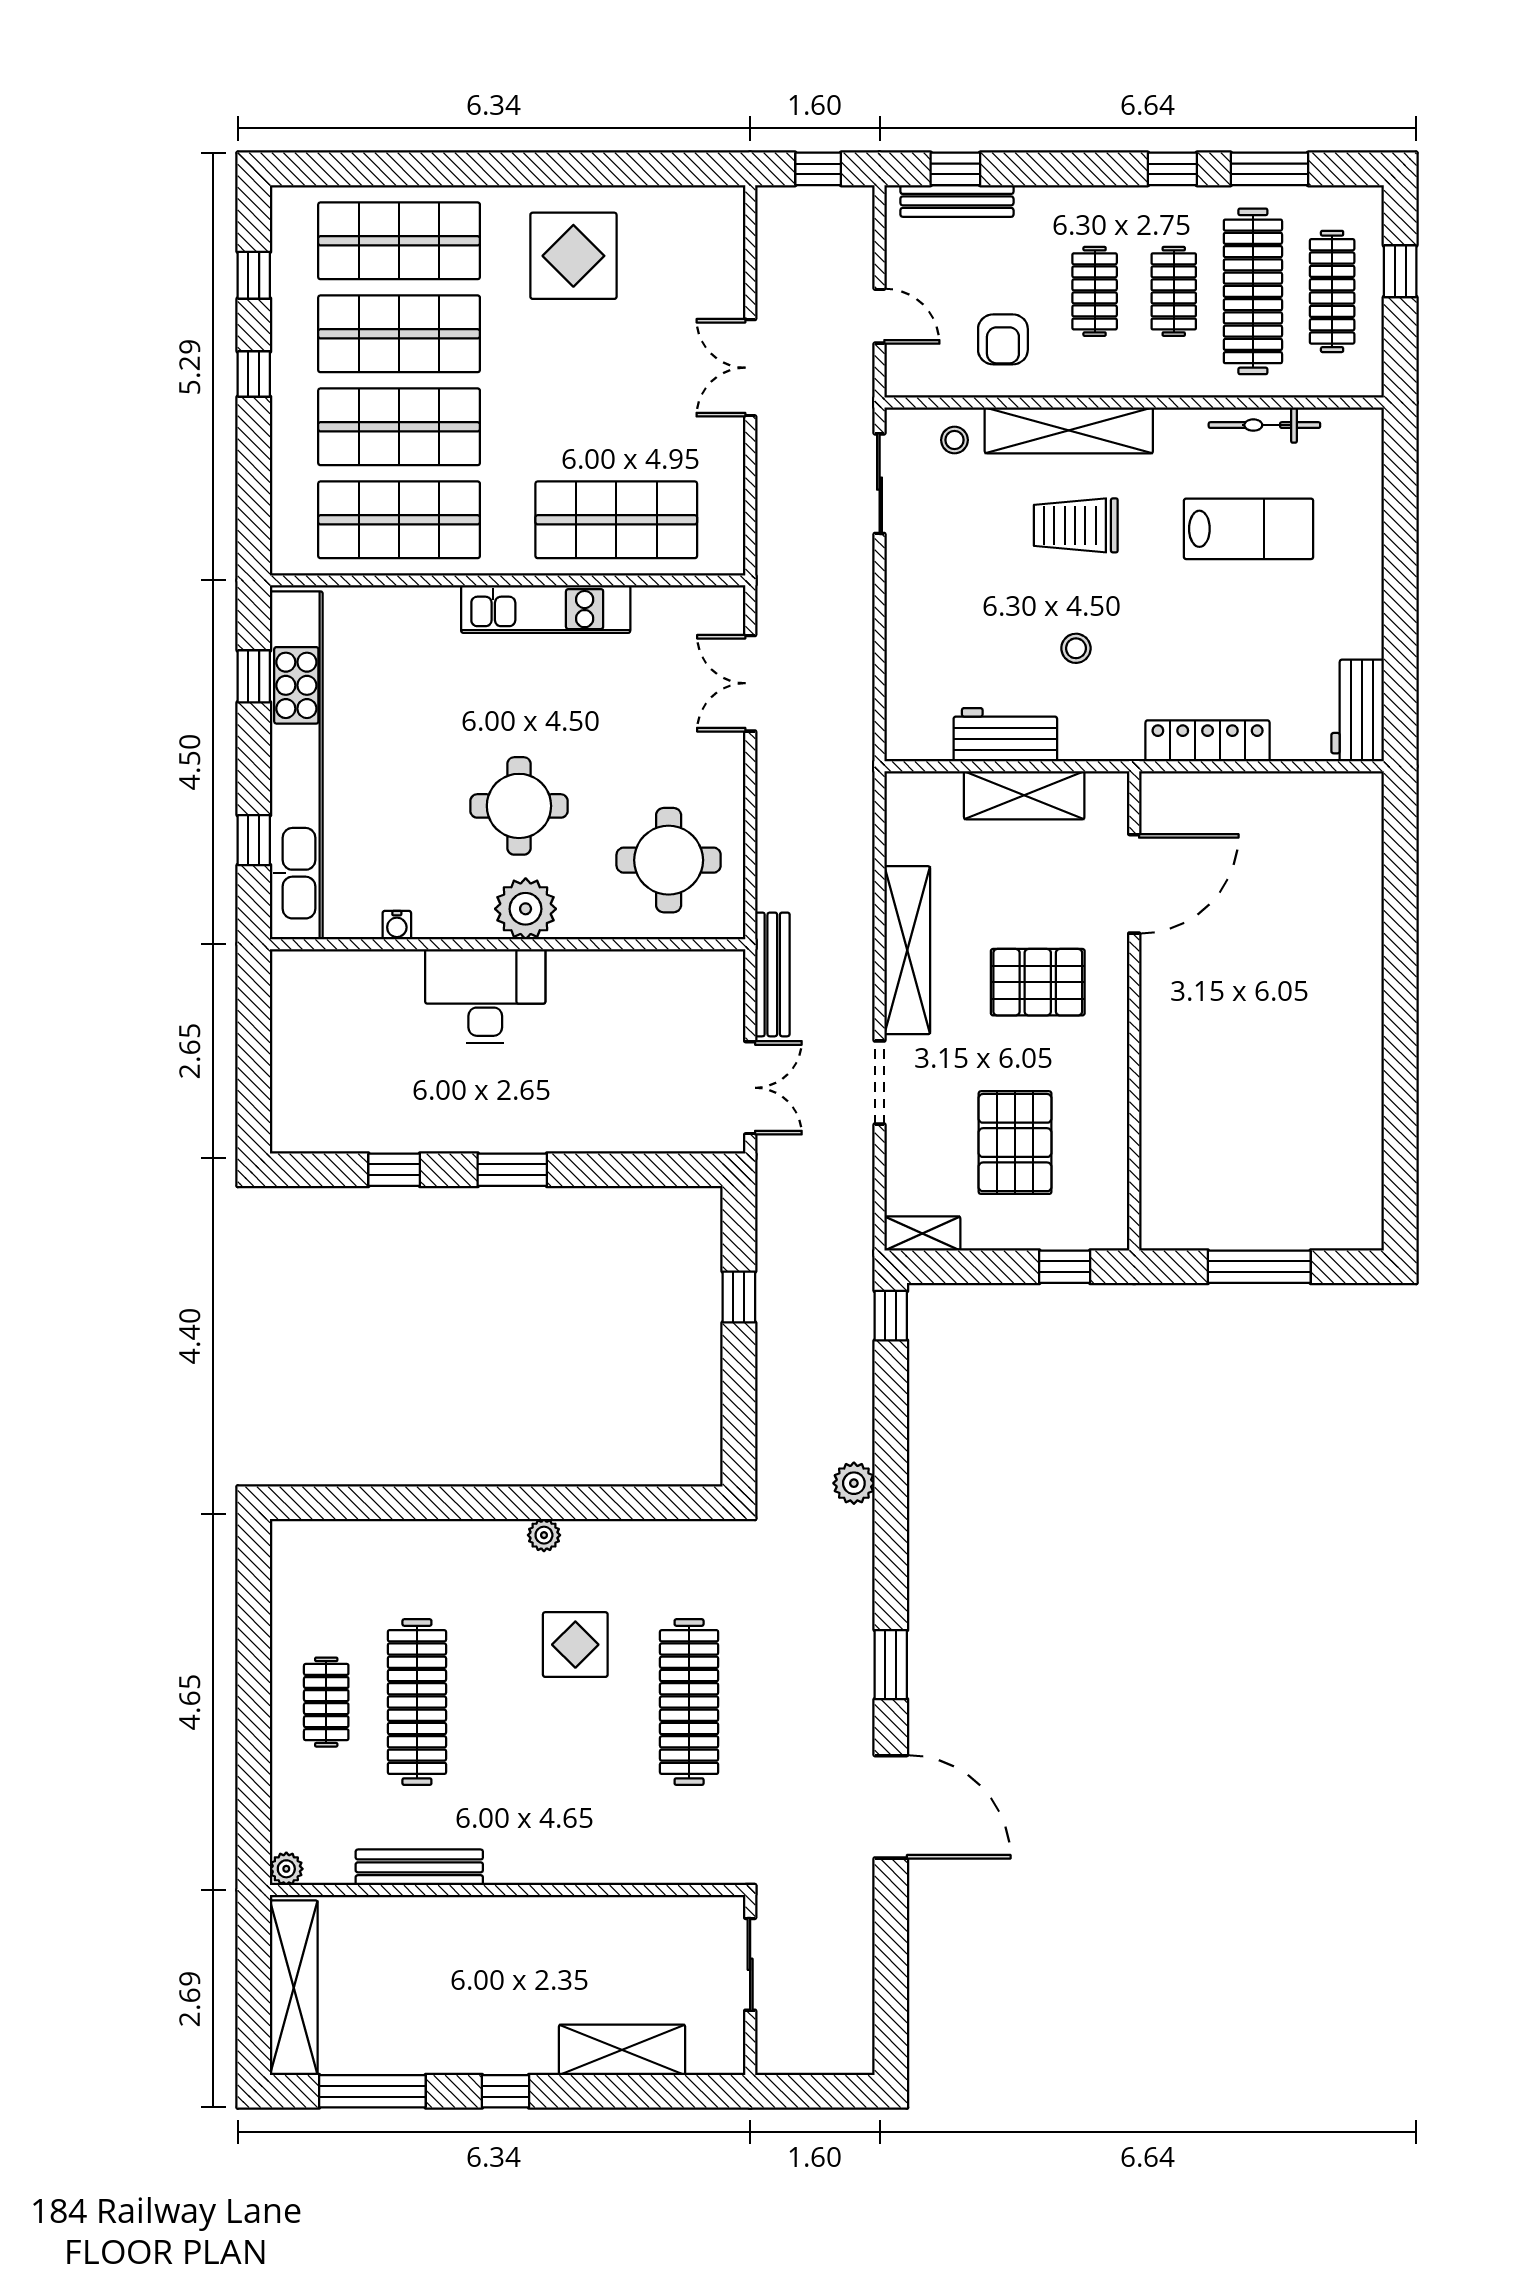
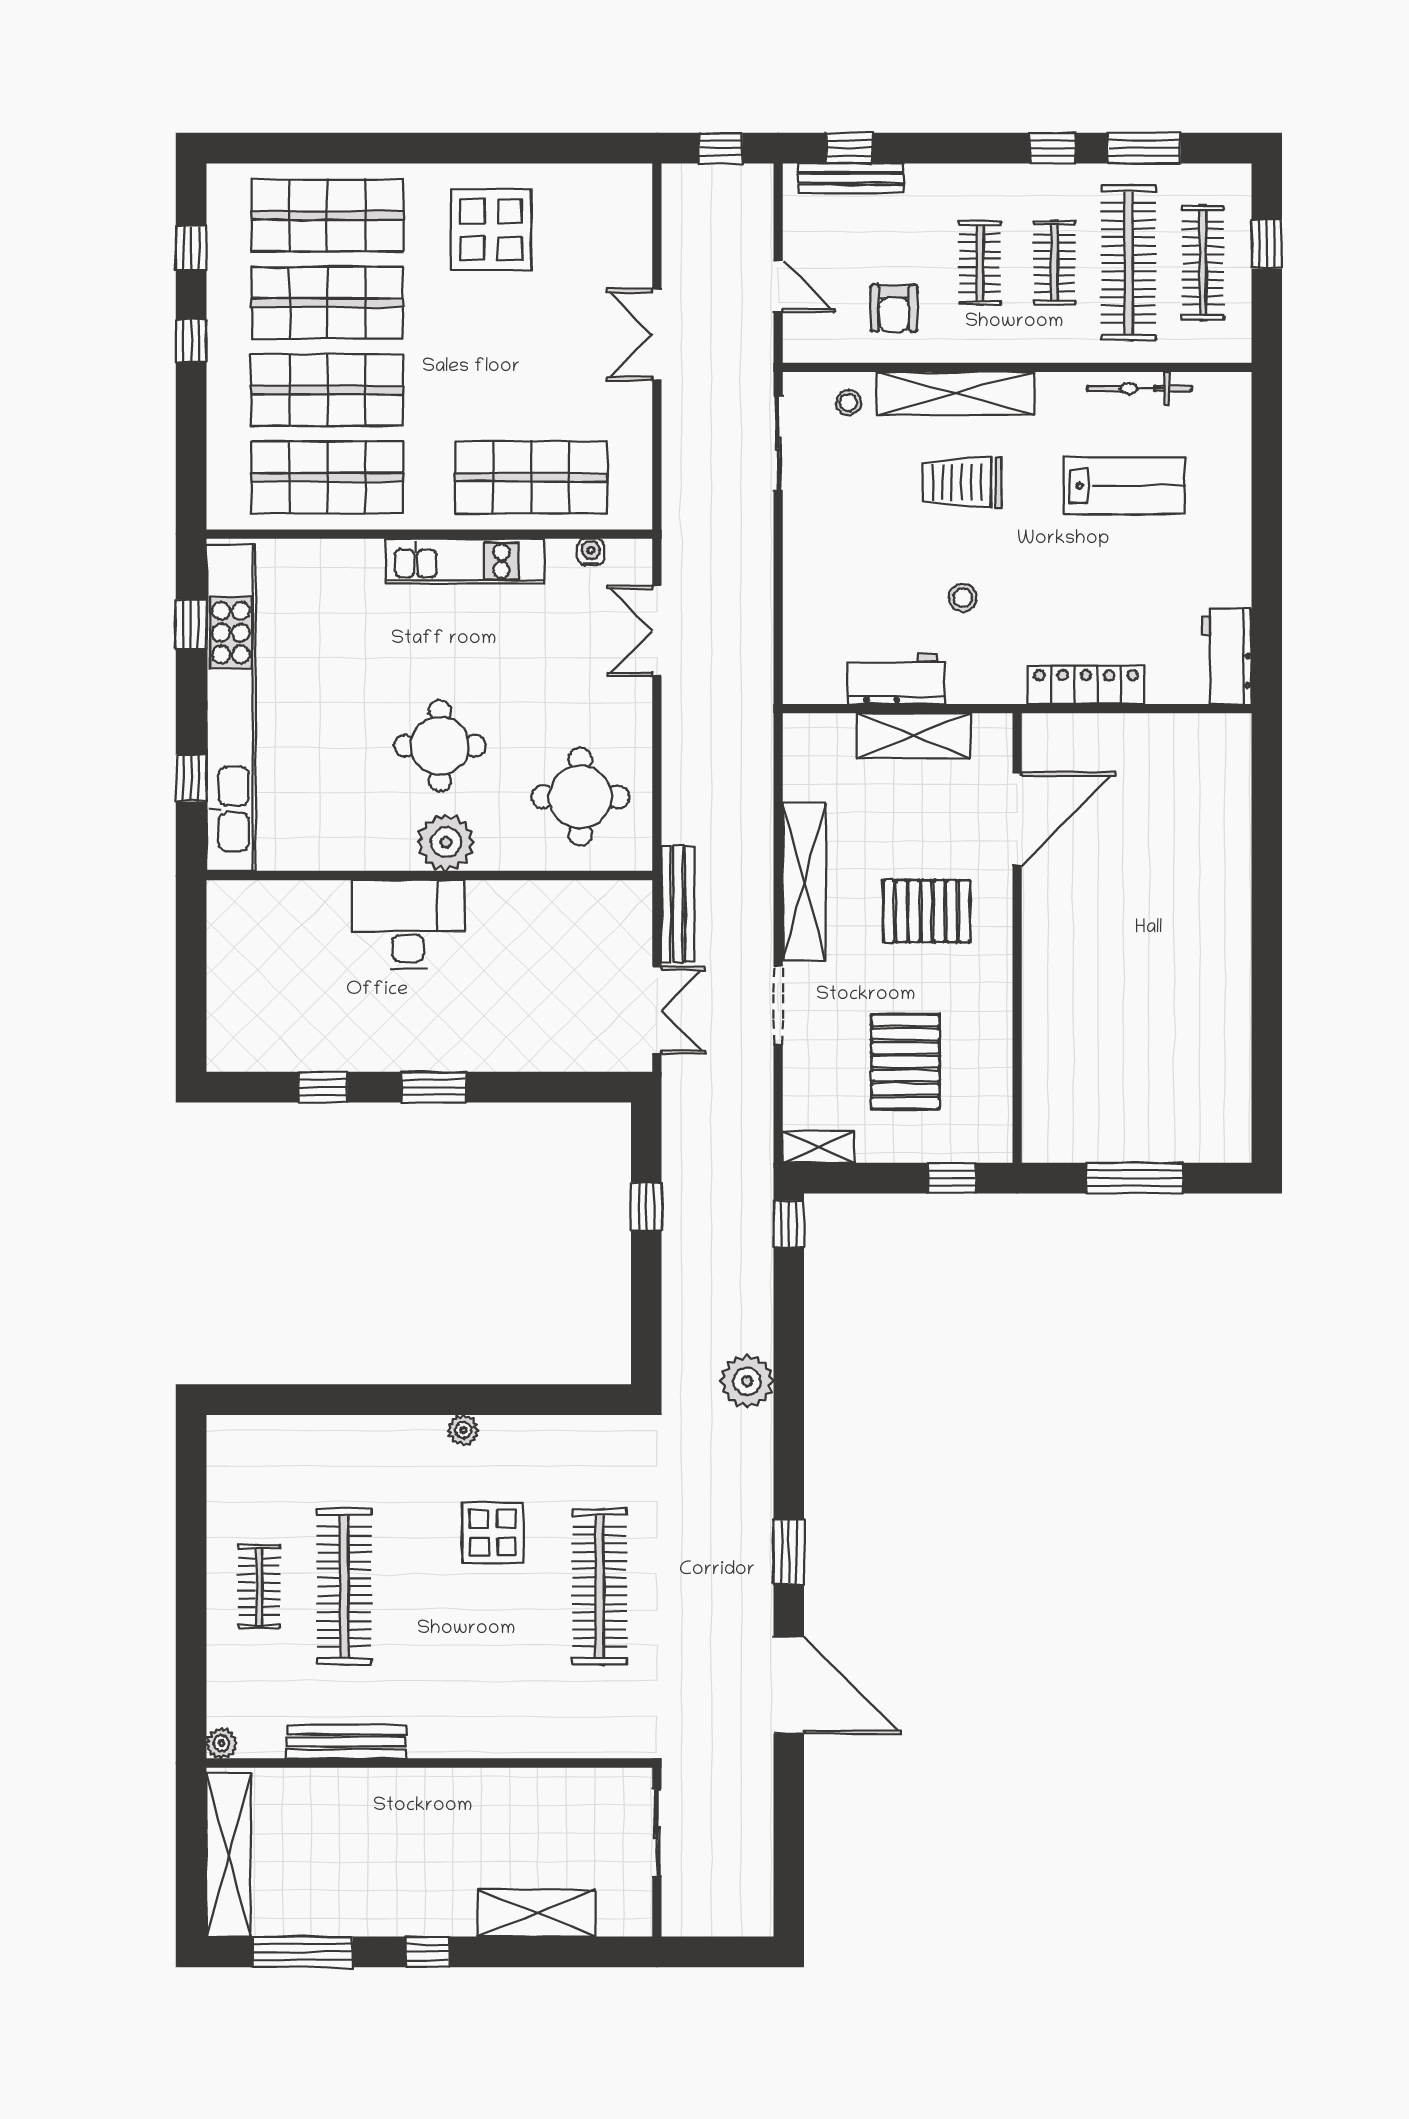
water cooler: (397, 925) -> (591, 552), moved, turned 180
plant: (854, 1483) -> (747, 1381), width x1.36, depth x1.36

